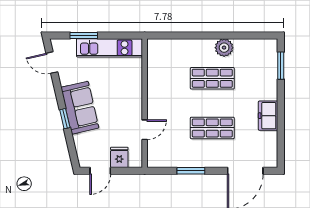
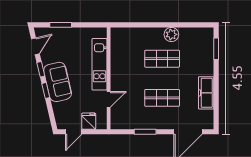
kitchen unit: (109, 48) -> (99, 64), moved, turned 90
door: (52, 63) -> (35, 46), swing flipped
window: (59, 92) -> (41, 69), added
freezer: (268, 116) -> (206, 93), width x1.40

